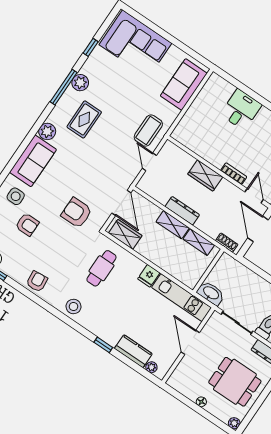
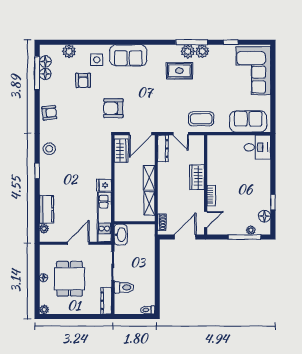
desk: (241, 110) -> (257, 147), moved
plant: (47, 131) -> (188, 51), moved
door: (149, 162) -> (181, 134), swing flipped
dresser: (182, 211) -> (163, 148), moved
armchair: (77, 213) -> (113, 108), turned -90
cafe table: (101, 268) -> (88, 150), removed
window: (103, 345) -> (37, 171), moved
dining table: (235, 382) -> (70, 279), moved

